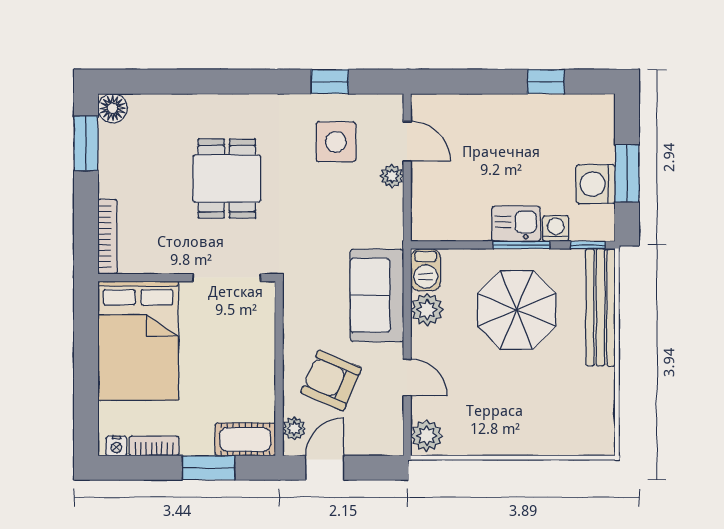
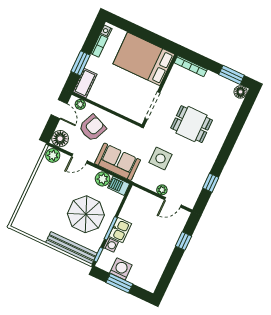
window: (546, 82) -> (183, 241), moved
side table: (336, 142) -> (161, 158), moved
floor lamp: (385, 437) -> (60, 139), added

